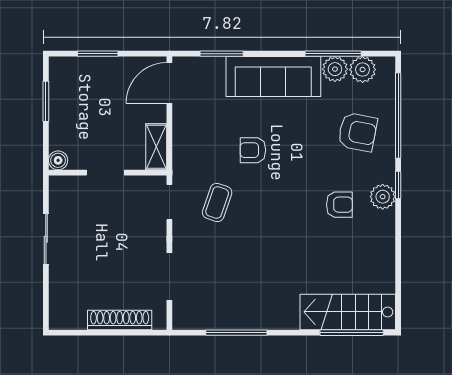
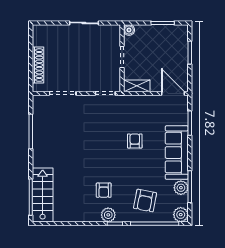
plant: (363, 70) -> (181, 215), moved
coffee table: (217, 202) -> (105, 121), removed

